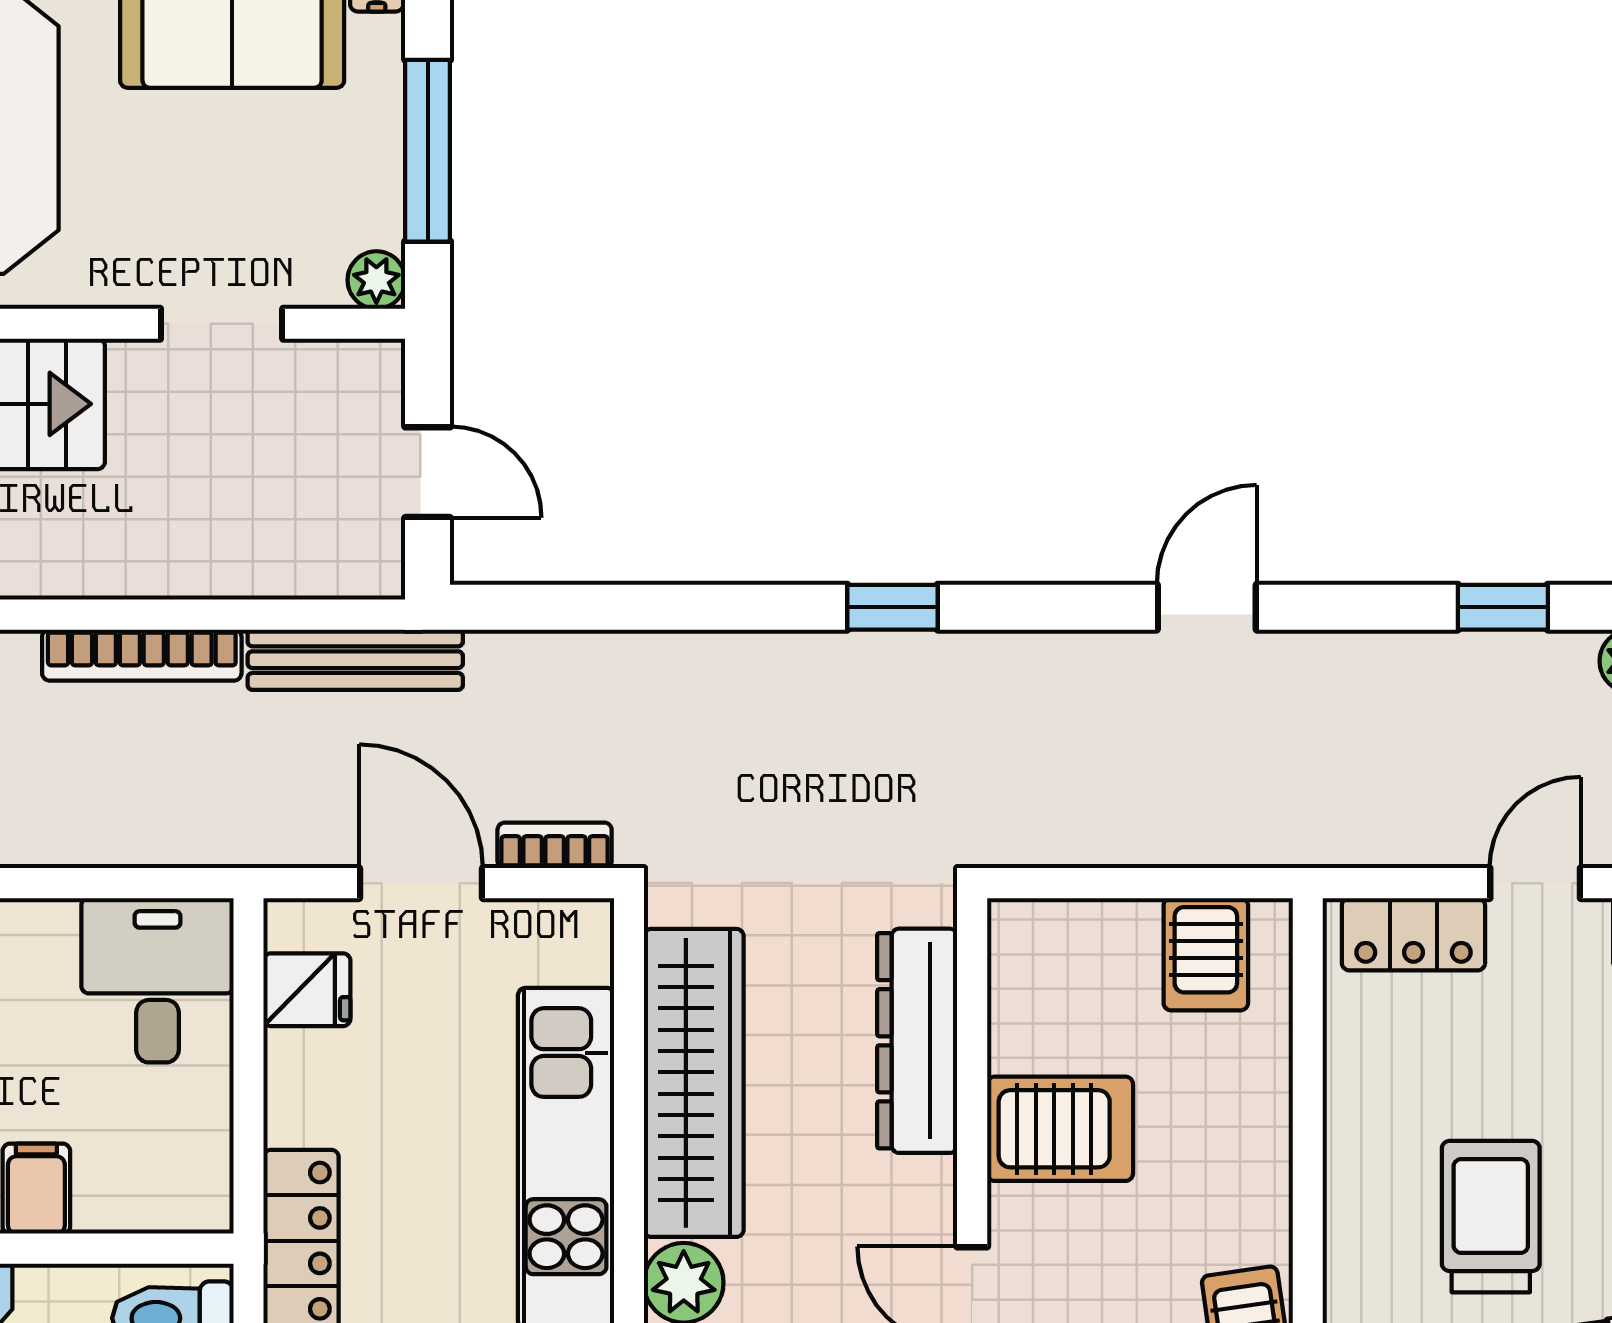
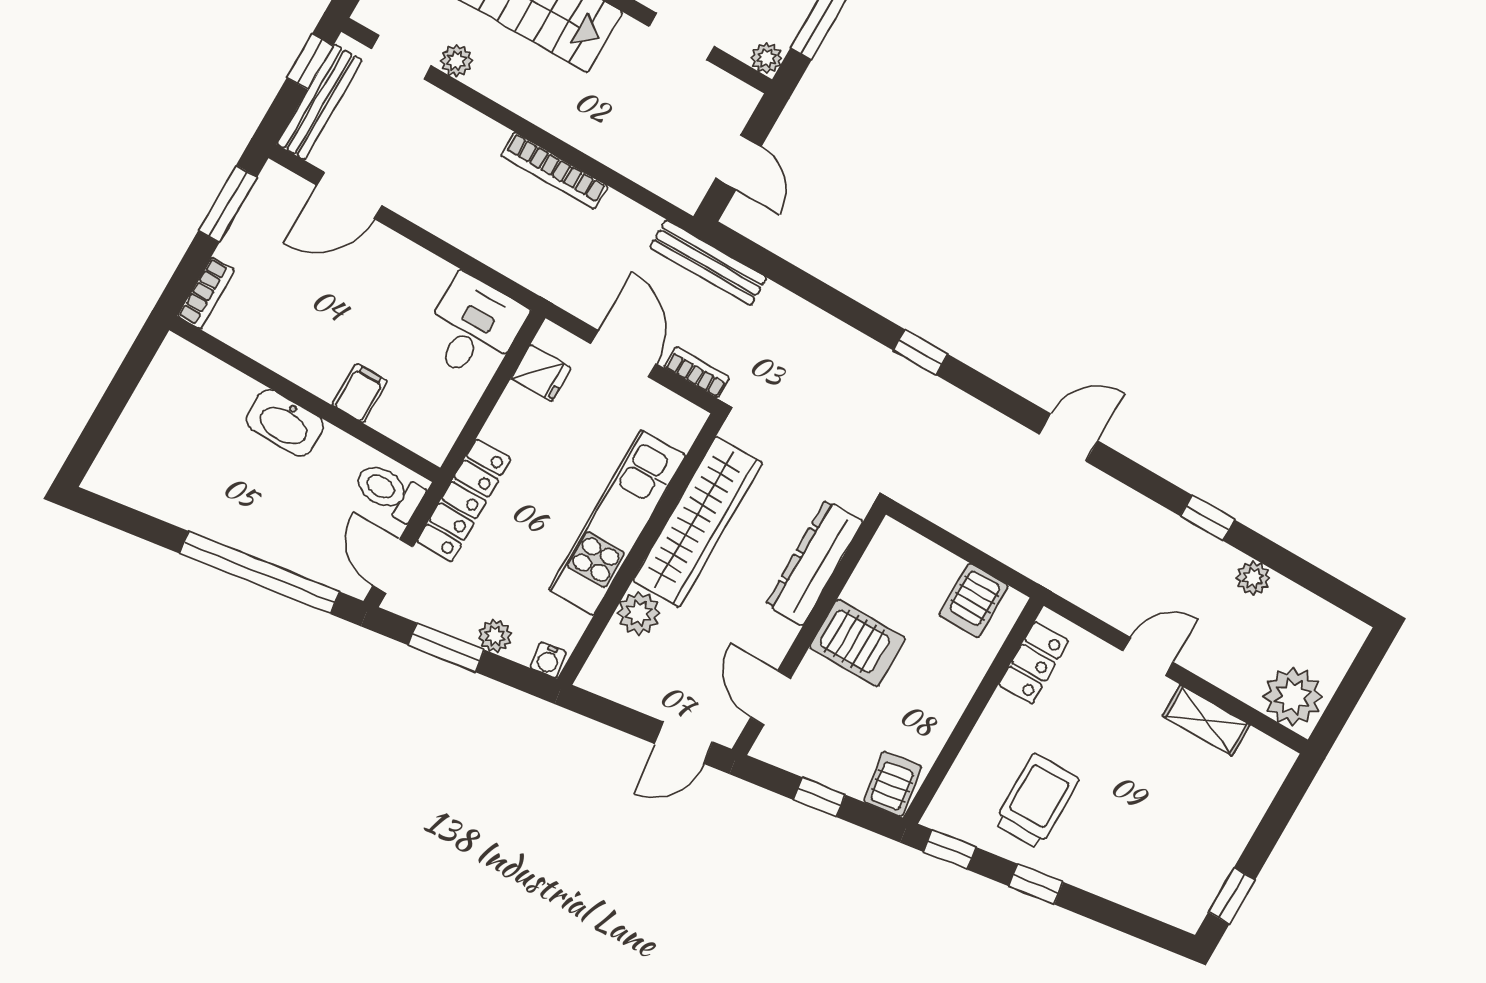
bench: (355, 660) -> (708, 263), moved
locker: (1413, 934) -> (1034, 663), moved, turned -90

